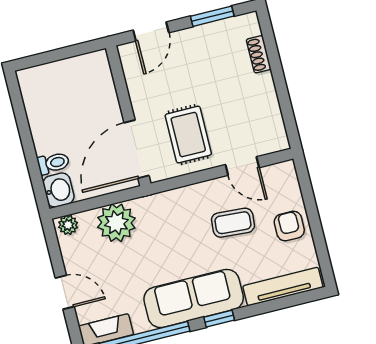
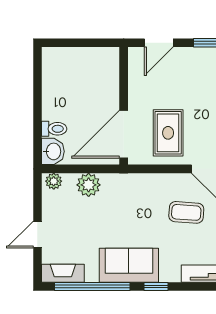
plant: (116, 223) -> (89, 185), width x0.73, depth x0.73
door: (65, 292) -> (37, 235), swing flipped
sofa: (194, 298) -> (129, 265), width x0.73

